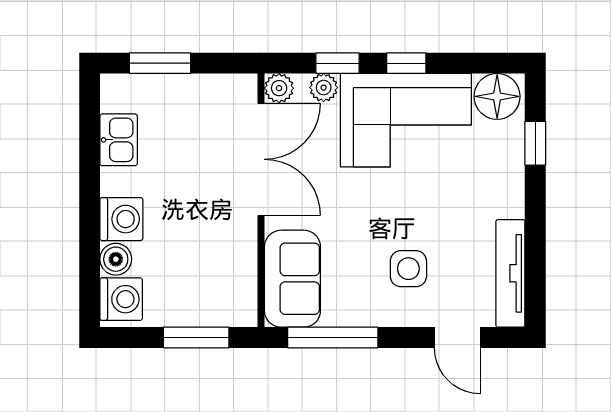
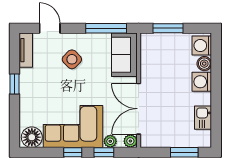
window: (535, 143) -> (14, 84), moved
side table: (408, 269) -> (72, 59), turned 45
tv unit: (510, 273) -> (26, 50), width x0.71

